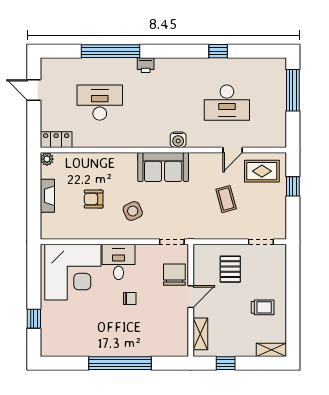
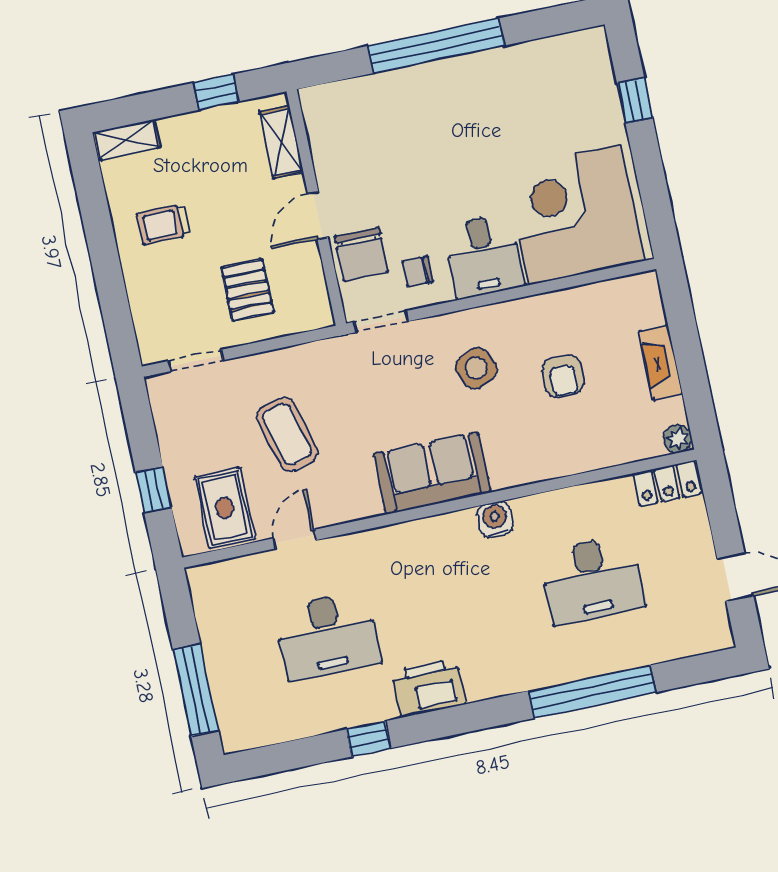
printer: (146, 65) -> (429, 688), moved, width x1.87, depth x1.48
desk: (227, 103) -> (328, 635), turned 180
water cooler: (178, 140) -> (495, 519), moved
rug: (262, 171) -> (225, 508), turned 90
armchair: (94, 199) -> (563, 376), turned 90
coffee table: (226, 199) -> (287, 434), width x1.36, depth x1.30
chair: (130, 298) -> (418, 271), moved

